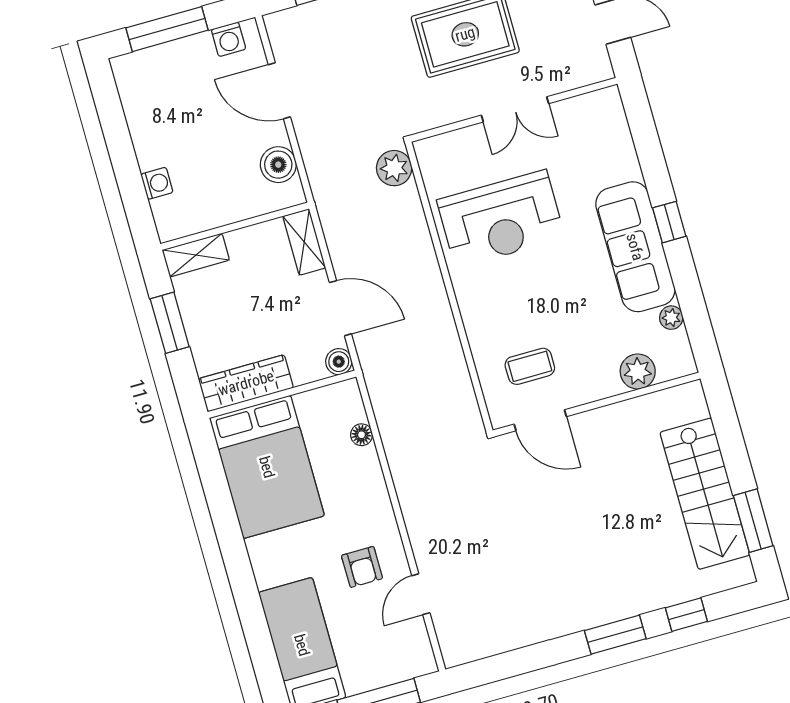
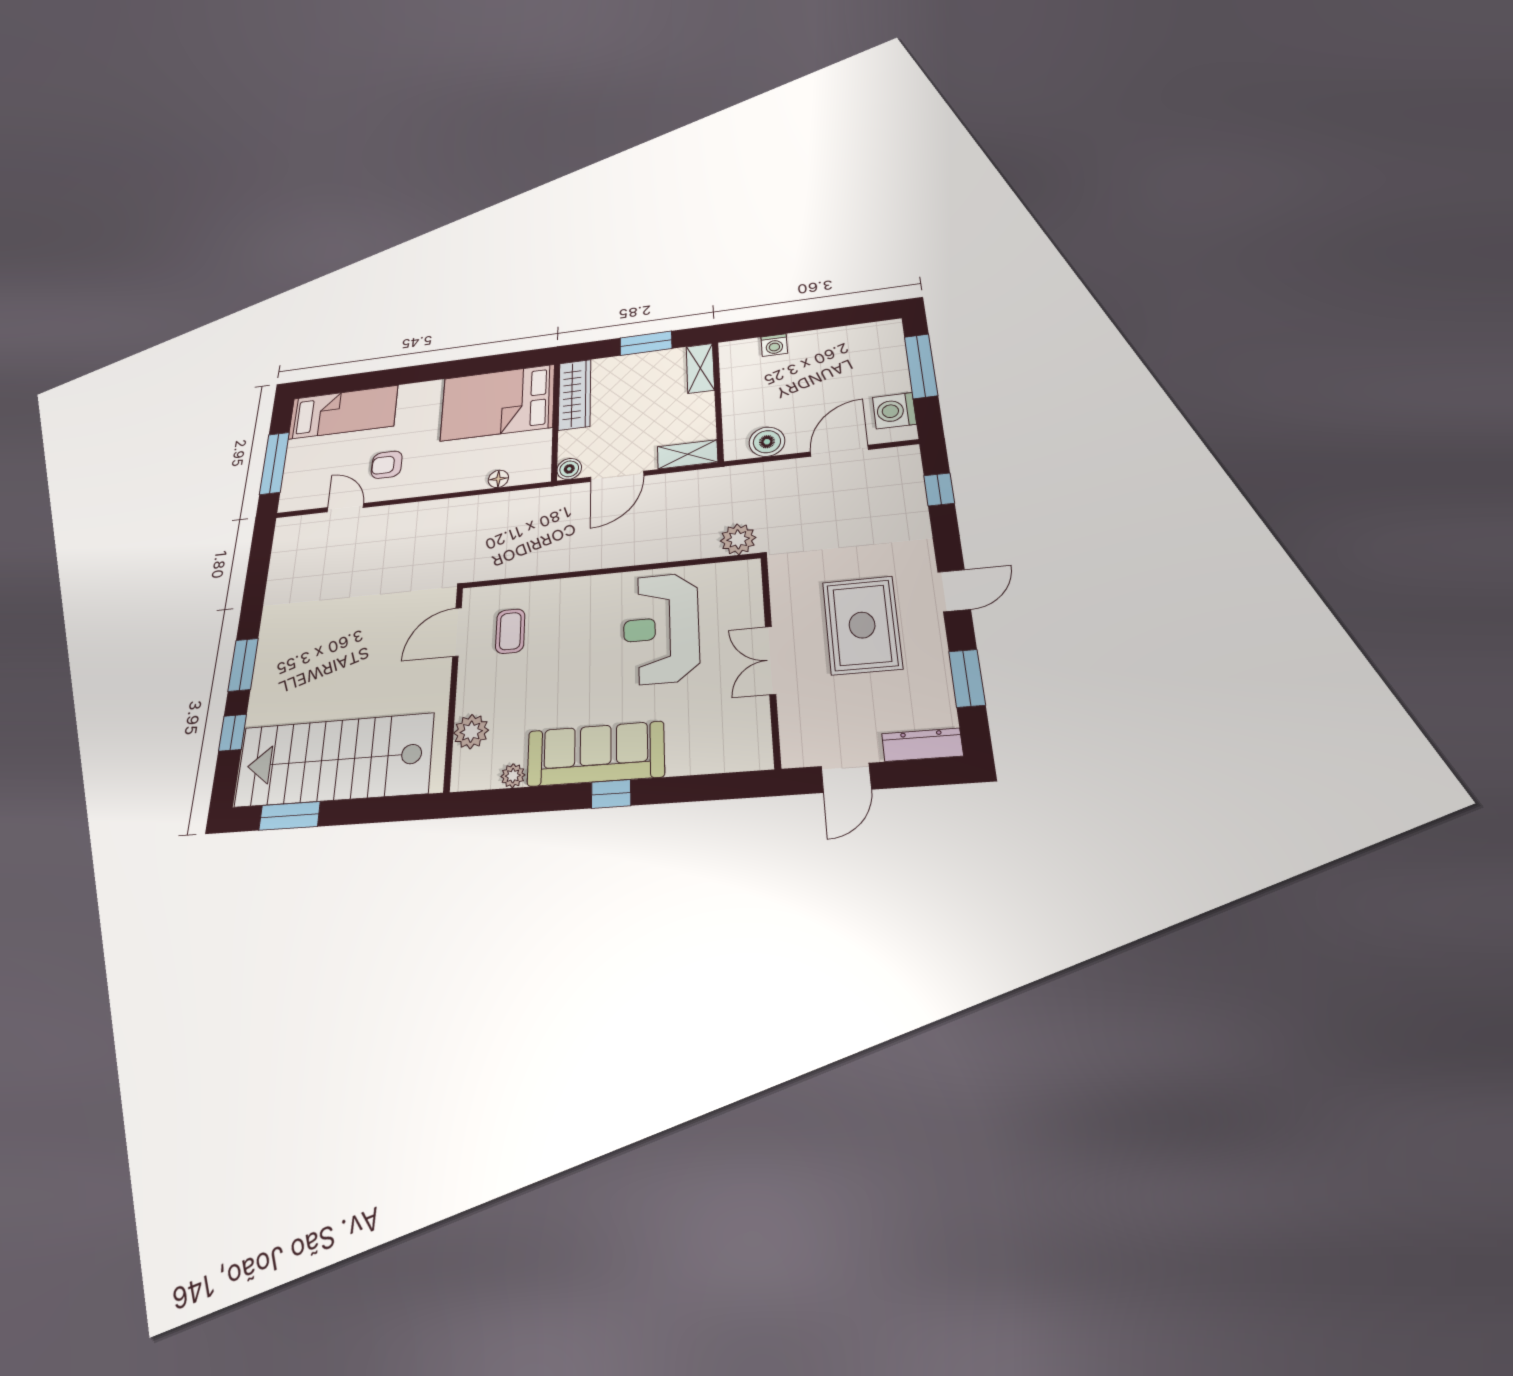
washing machine: (229, 39) -> (894, 411), width x1.38, depth x1.38
stairs: (705, 494) -> (334, 760), width x1.36, depth x1.51

